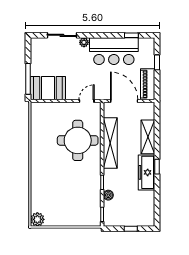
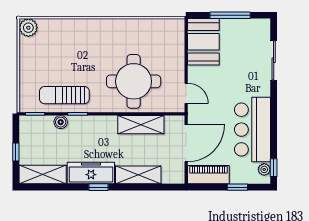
window: (131, 35) -> (274, 168), moved
plant: (84, 42) -> (264, 169), moved
window: (28, 79) -> (230, 15), moved
shelving: (110, 143) -> (141, 125), width x0.68
sun lounger: (88, 192) -> (64, 95), added
shelving: (148, 209) -> (43, 174), added

